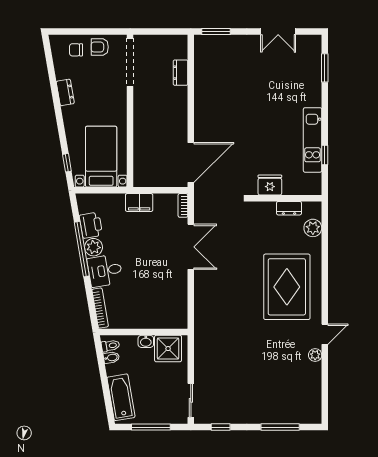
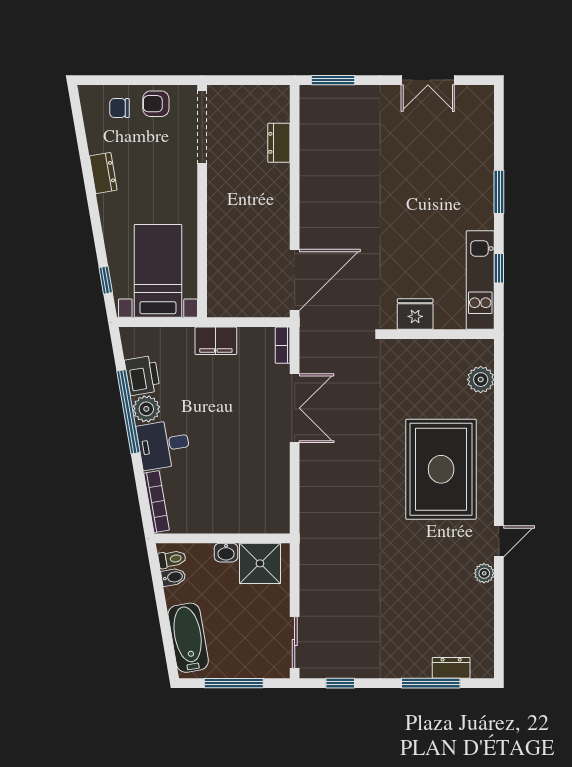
window: (325, 68) -> (499, 192), moved
kitchen unit: (313, 140) -> (480, 280), moved
dresser: (289, 208) -> (451, 668), moved, turned 180

